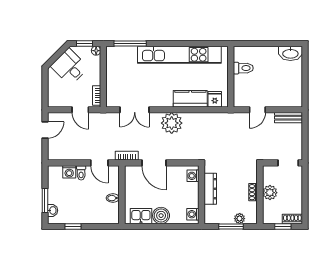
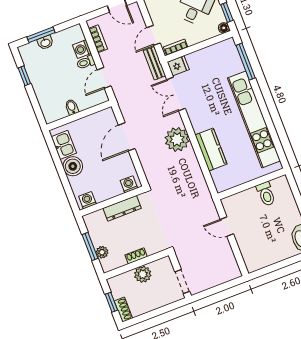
fridge: (215, 99) -> (178, 66), moved
bench: (288, 118) -> (154, 63), moved
bookcase: (127, 156) -> (98, 39), moved
washbasin: (53, 210) -> (45, 43), moved

